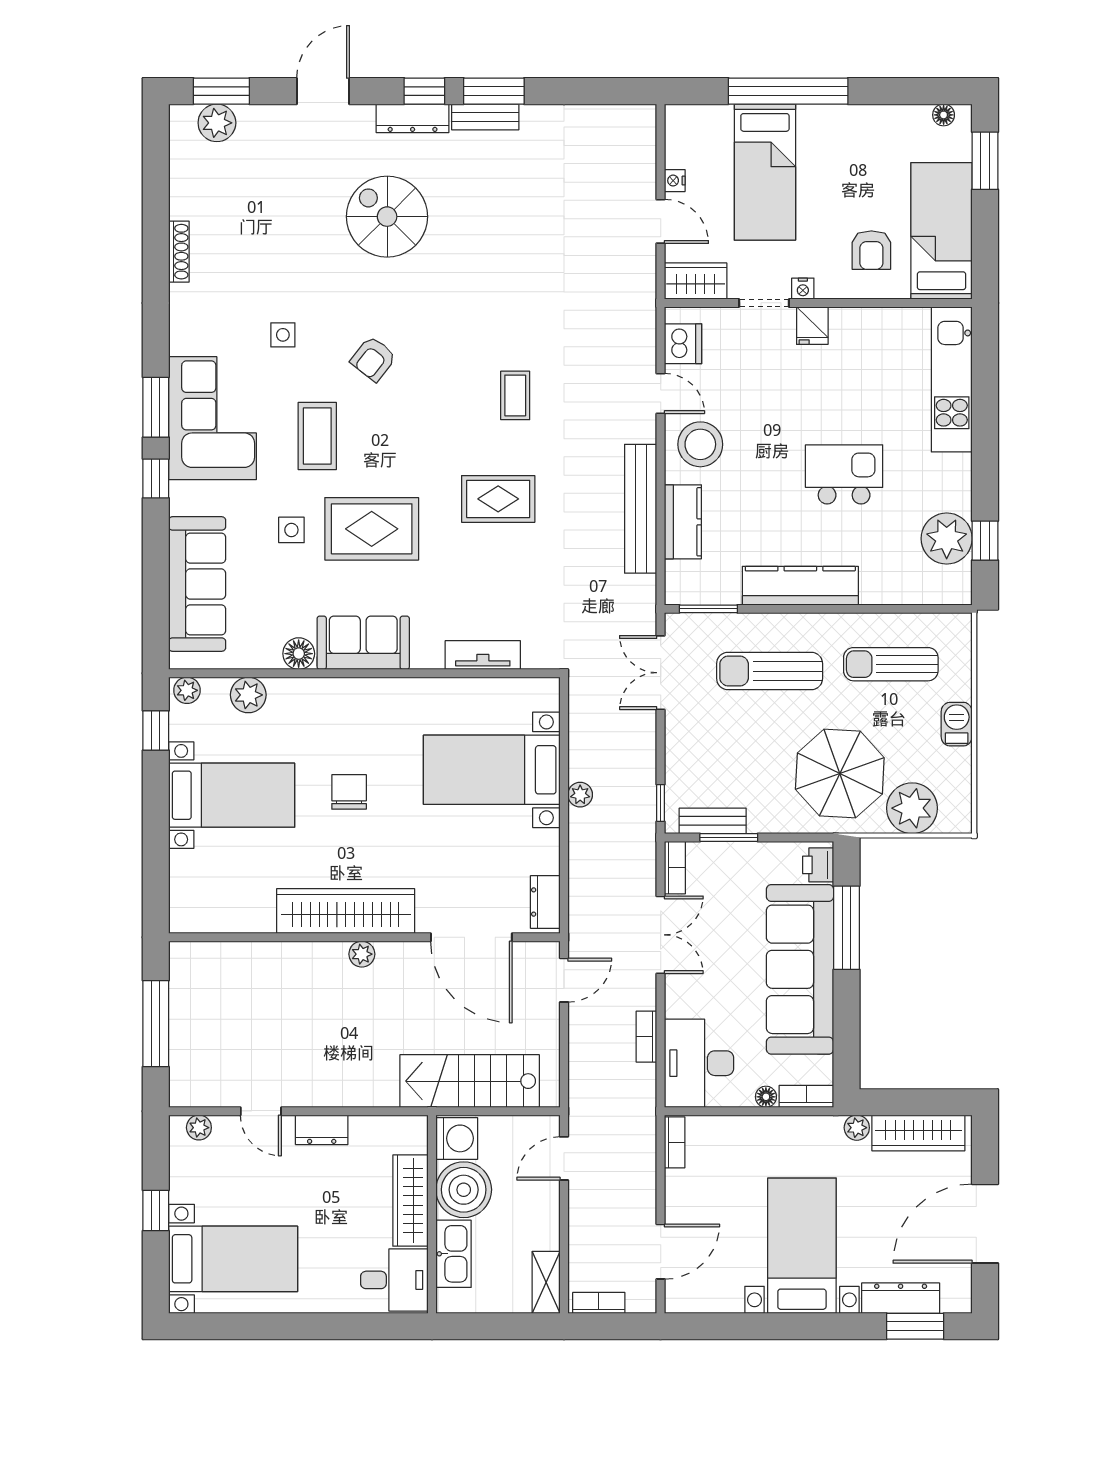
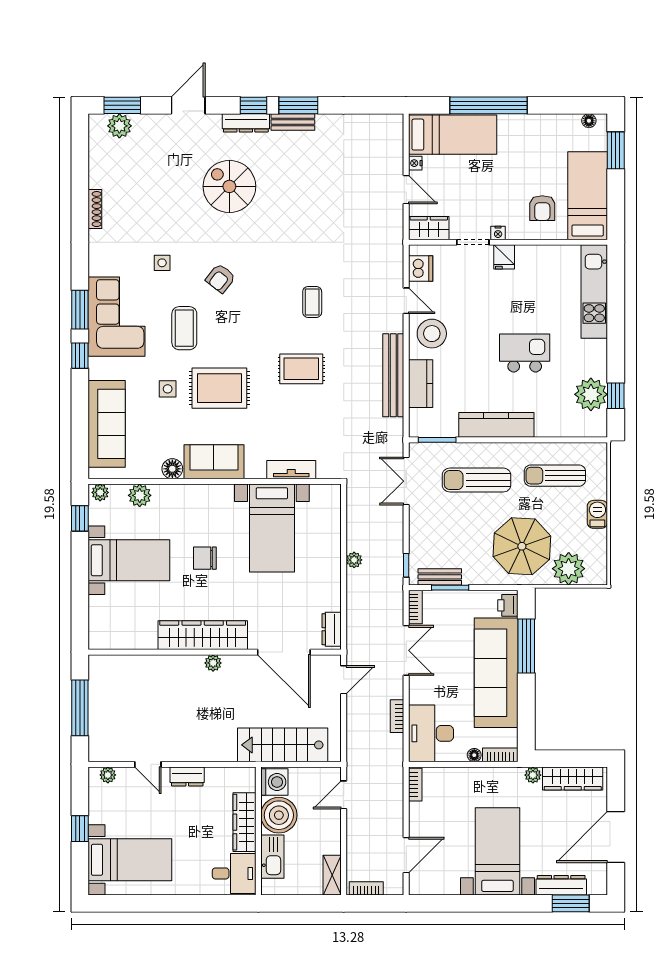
bed: (765, 172) -> (453, 135), moved, turned -90
bed with nightstands: (492, 770) -> (272, 528), moved, turned -90
chair: (349, 792) -> (205, 558), turned -90

